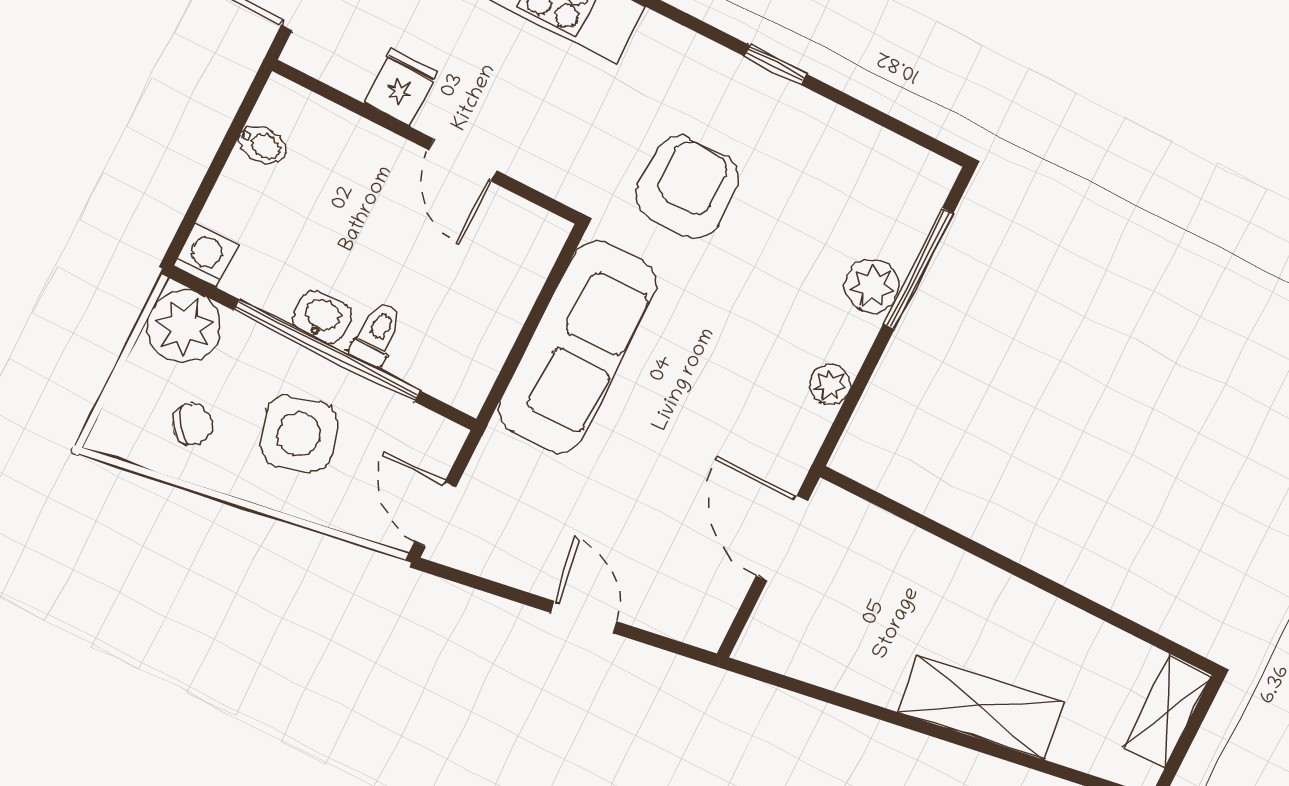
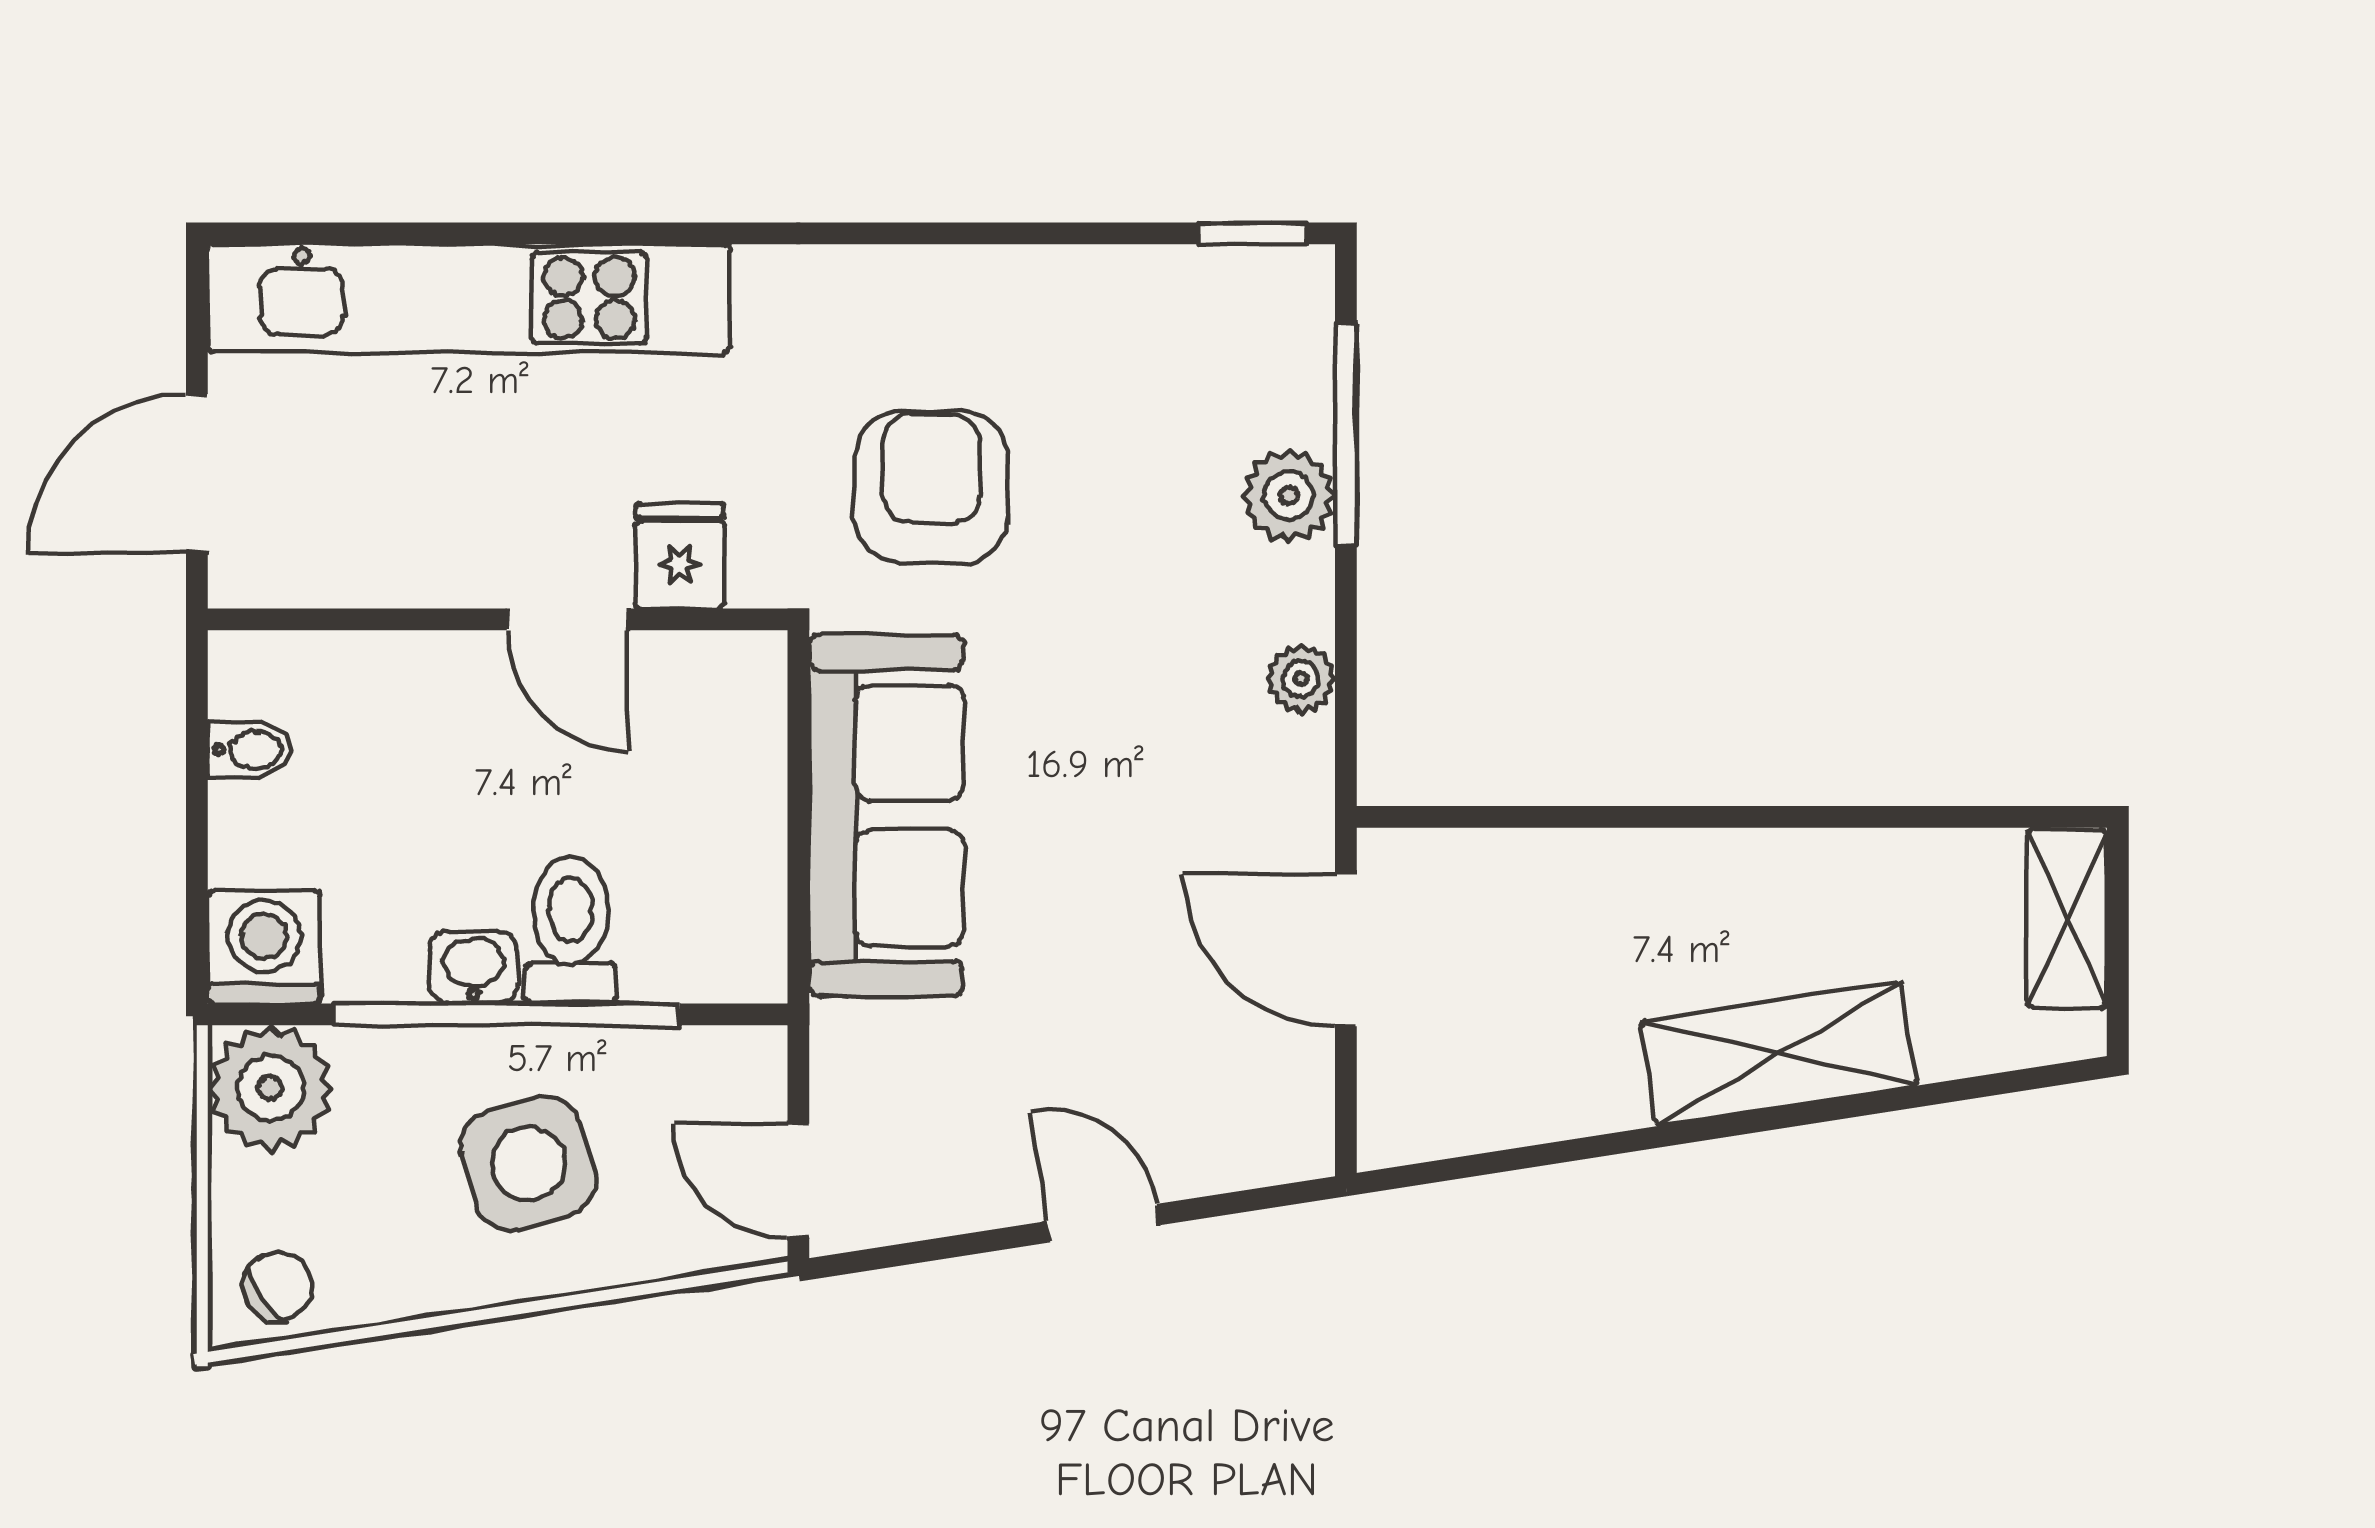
window: (775, 65) -> (1252, 233), moved
fridge: (401, 87) -> (680, 556), moved
washing machine: (206, 255) -> (264, 947), width x1.38, depth x1.38
toilet: (377, 334) -> (570, 930), width x1.37, depth x1.39
chair: (192, 424) -> (278, 1286), moved

